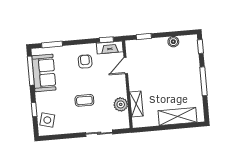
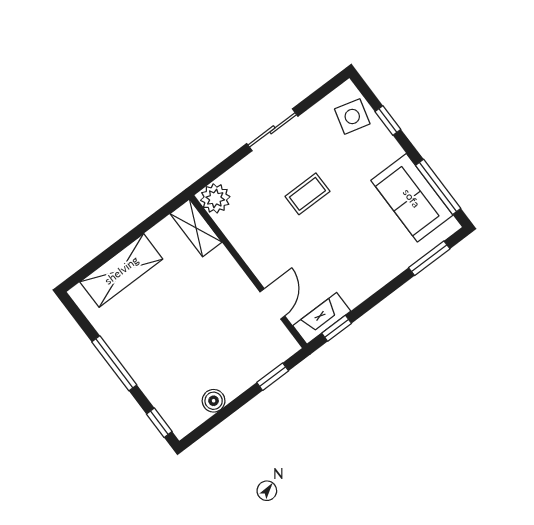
armchair: (85, 62) -> (350, 265), removed
plant: (121, 104) -> (215, 198), moved
shelving: (136, 104) -> (196, 228), moved
sliding door: (99, 133) -> (272, 130), moved

